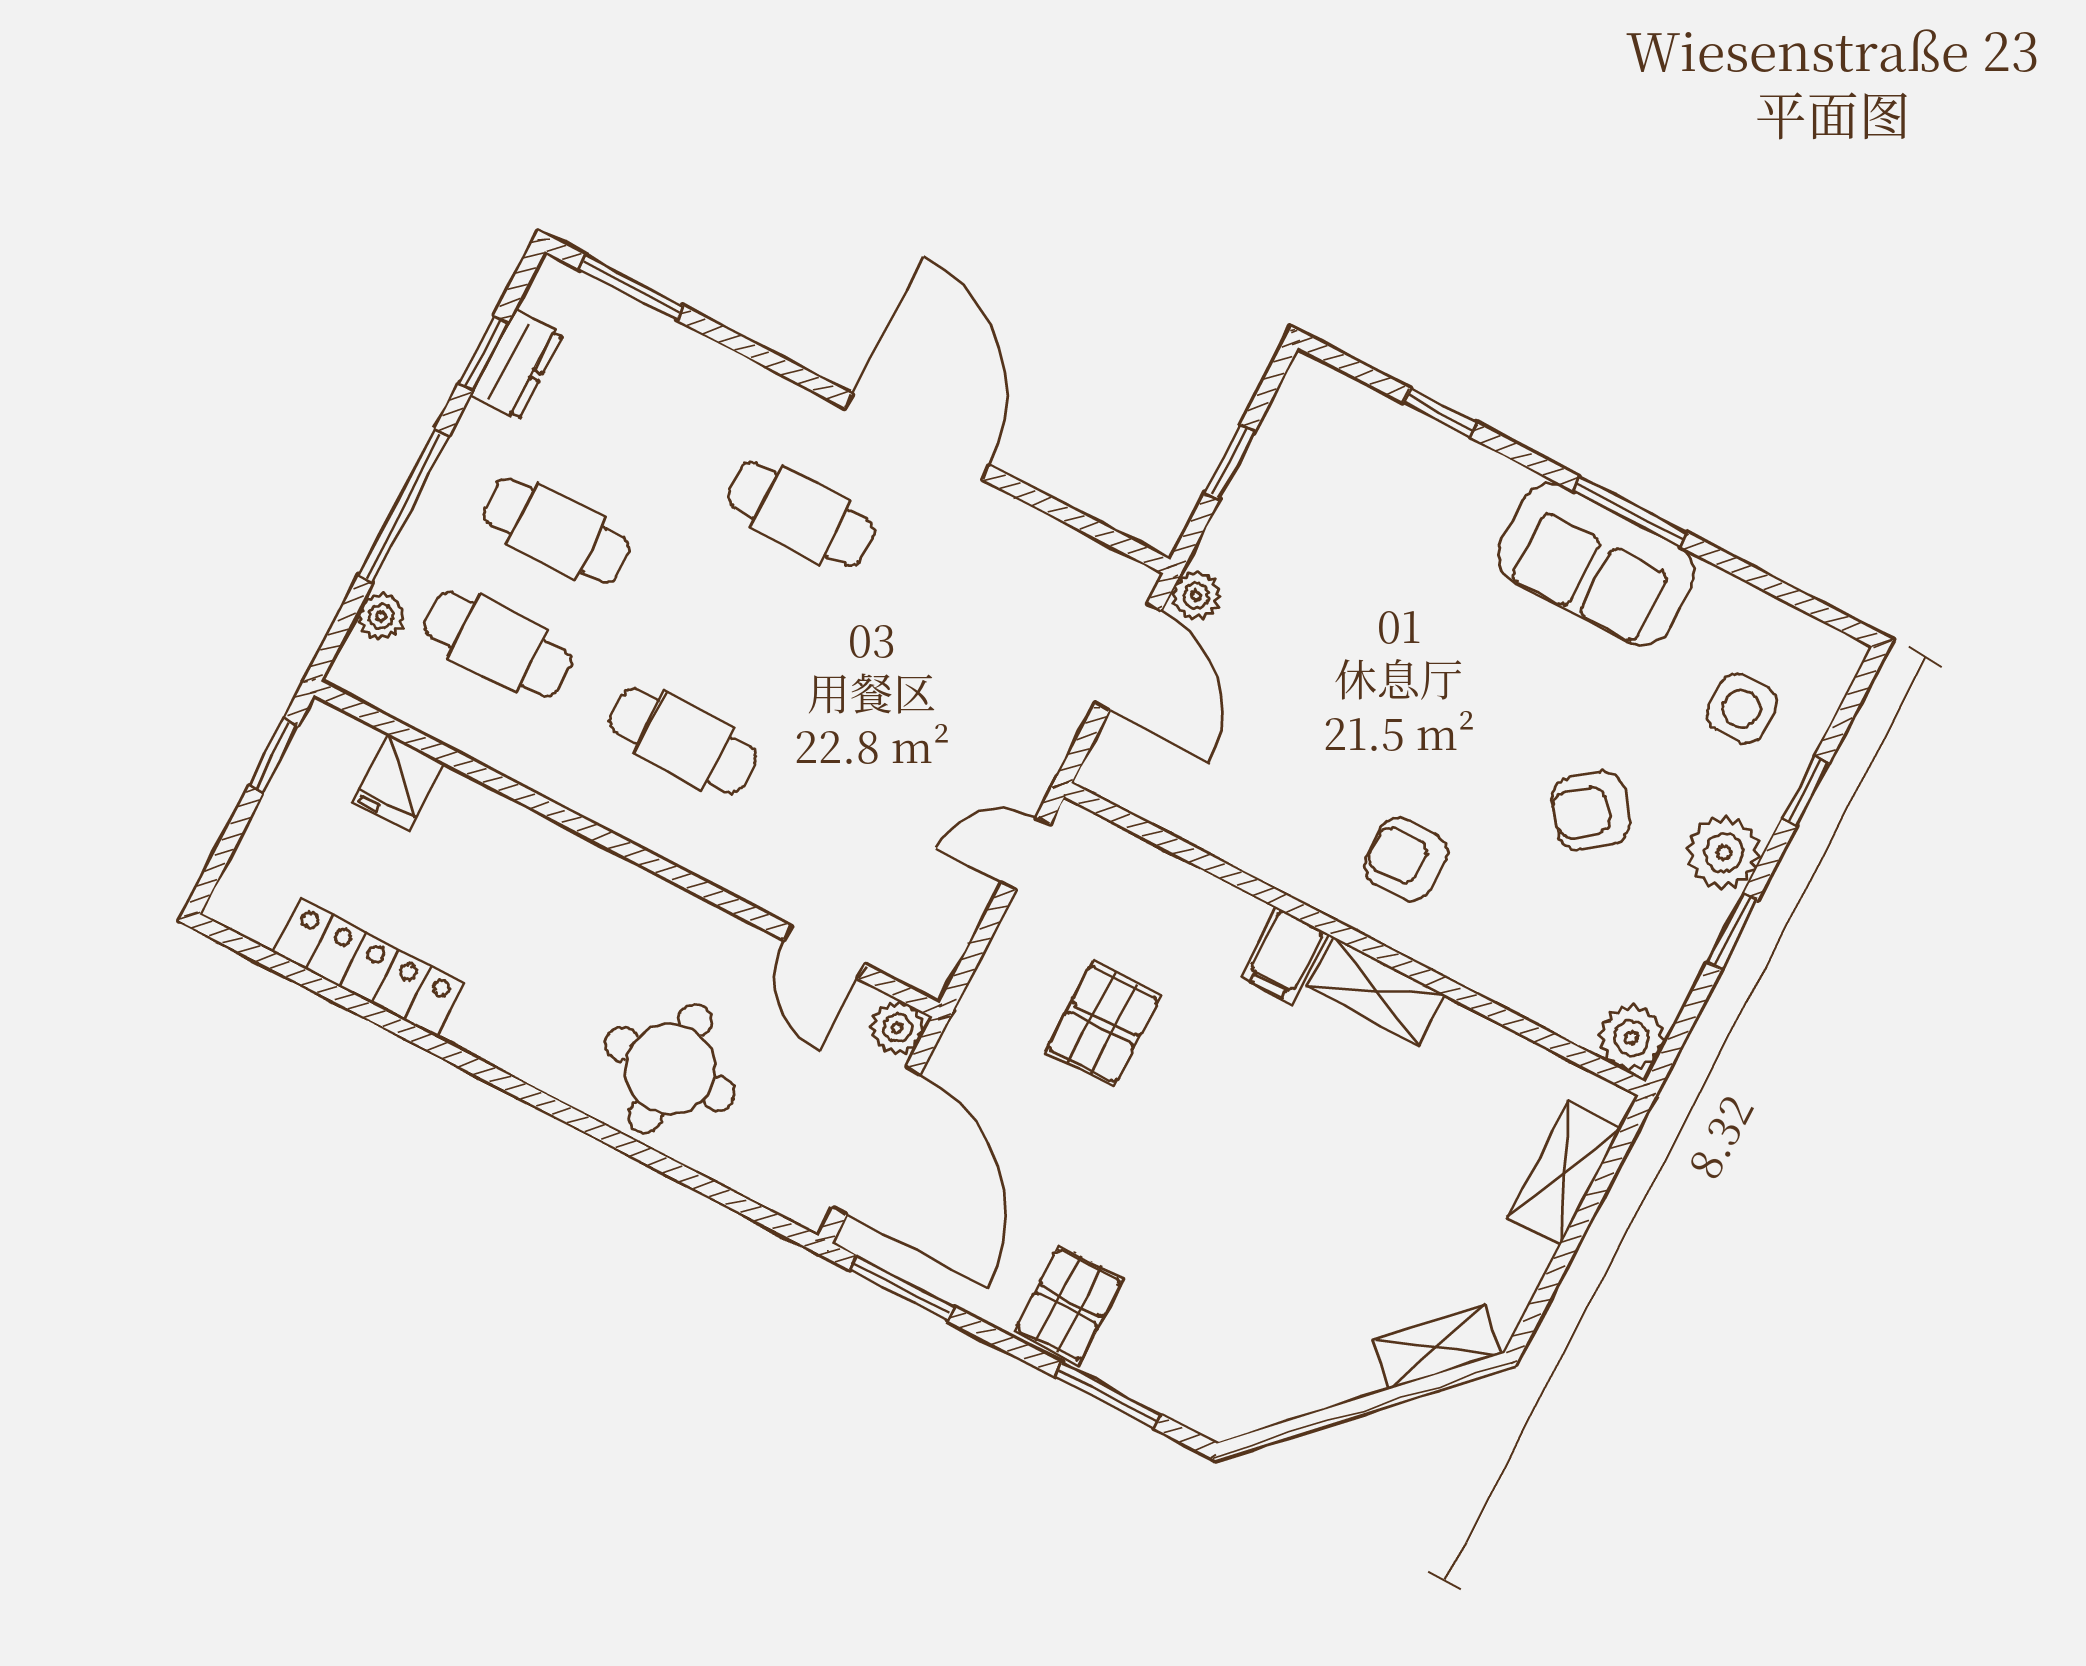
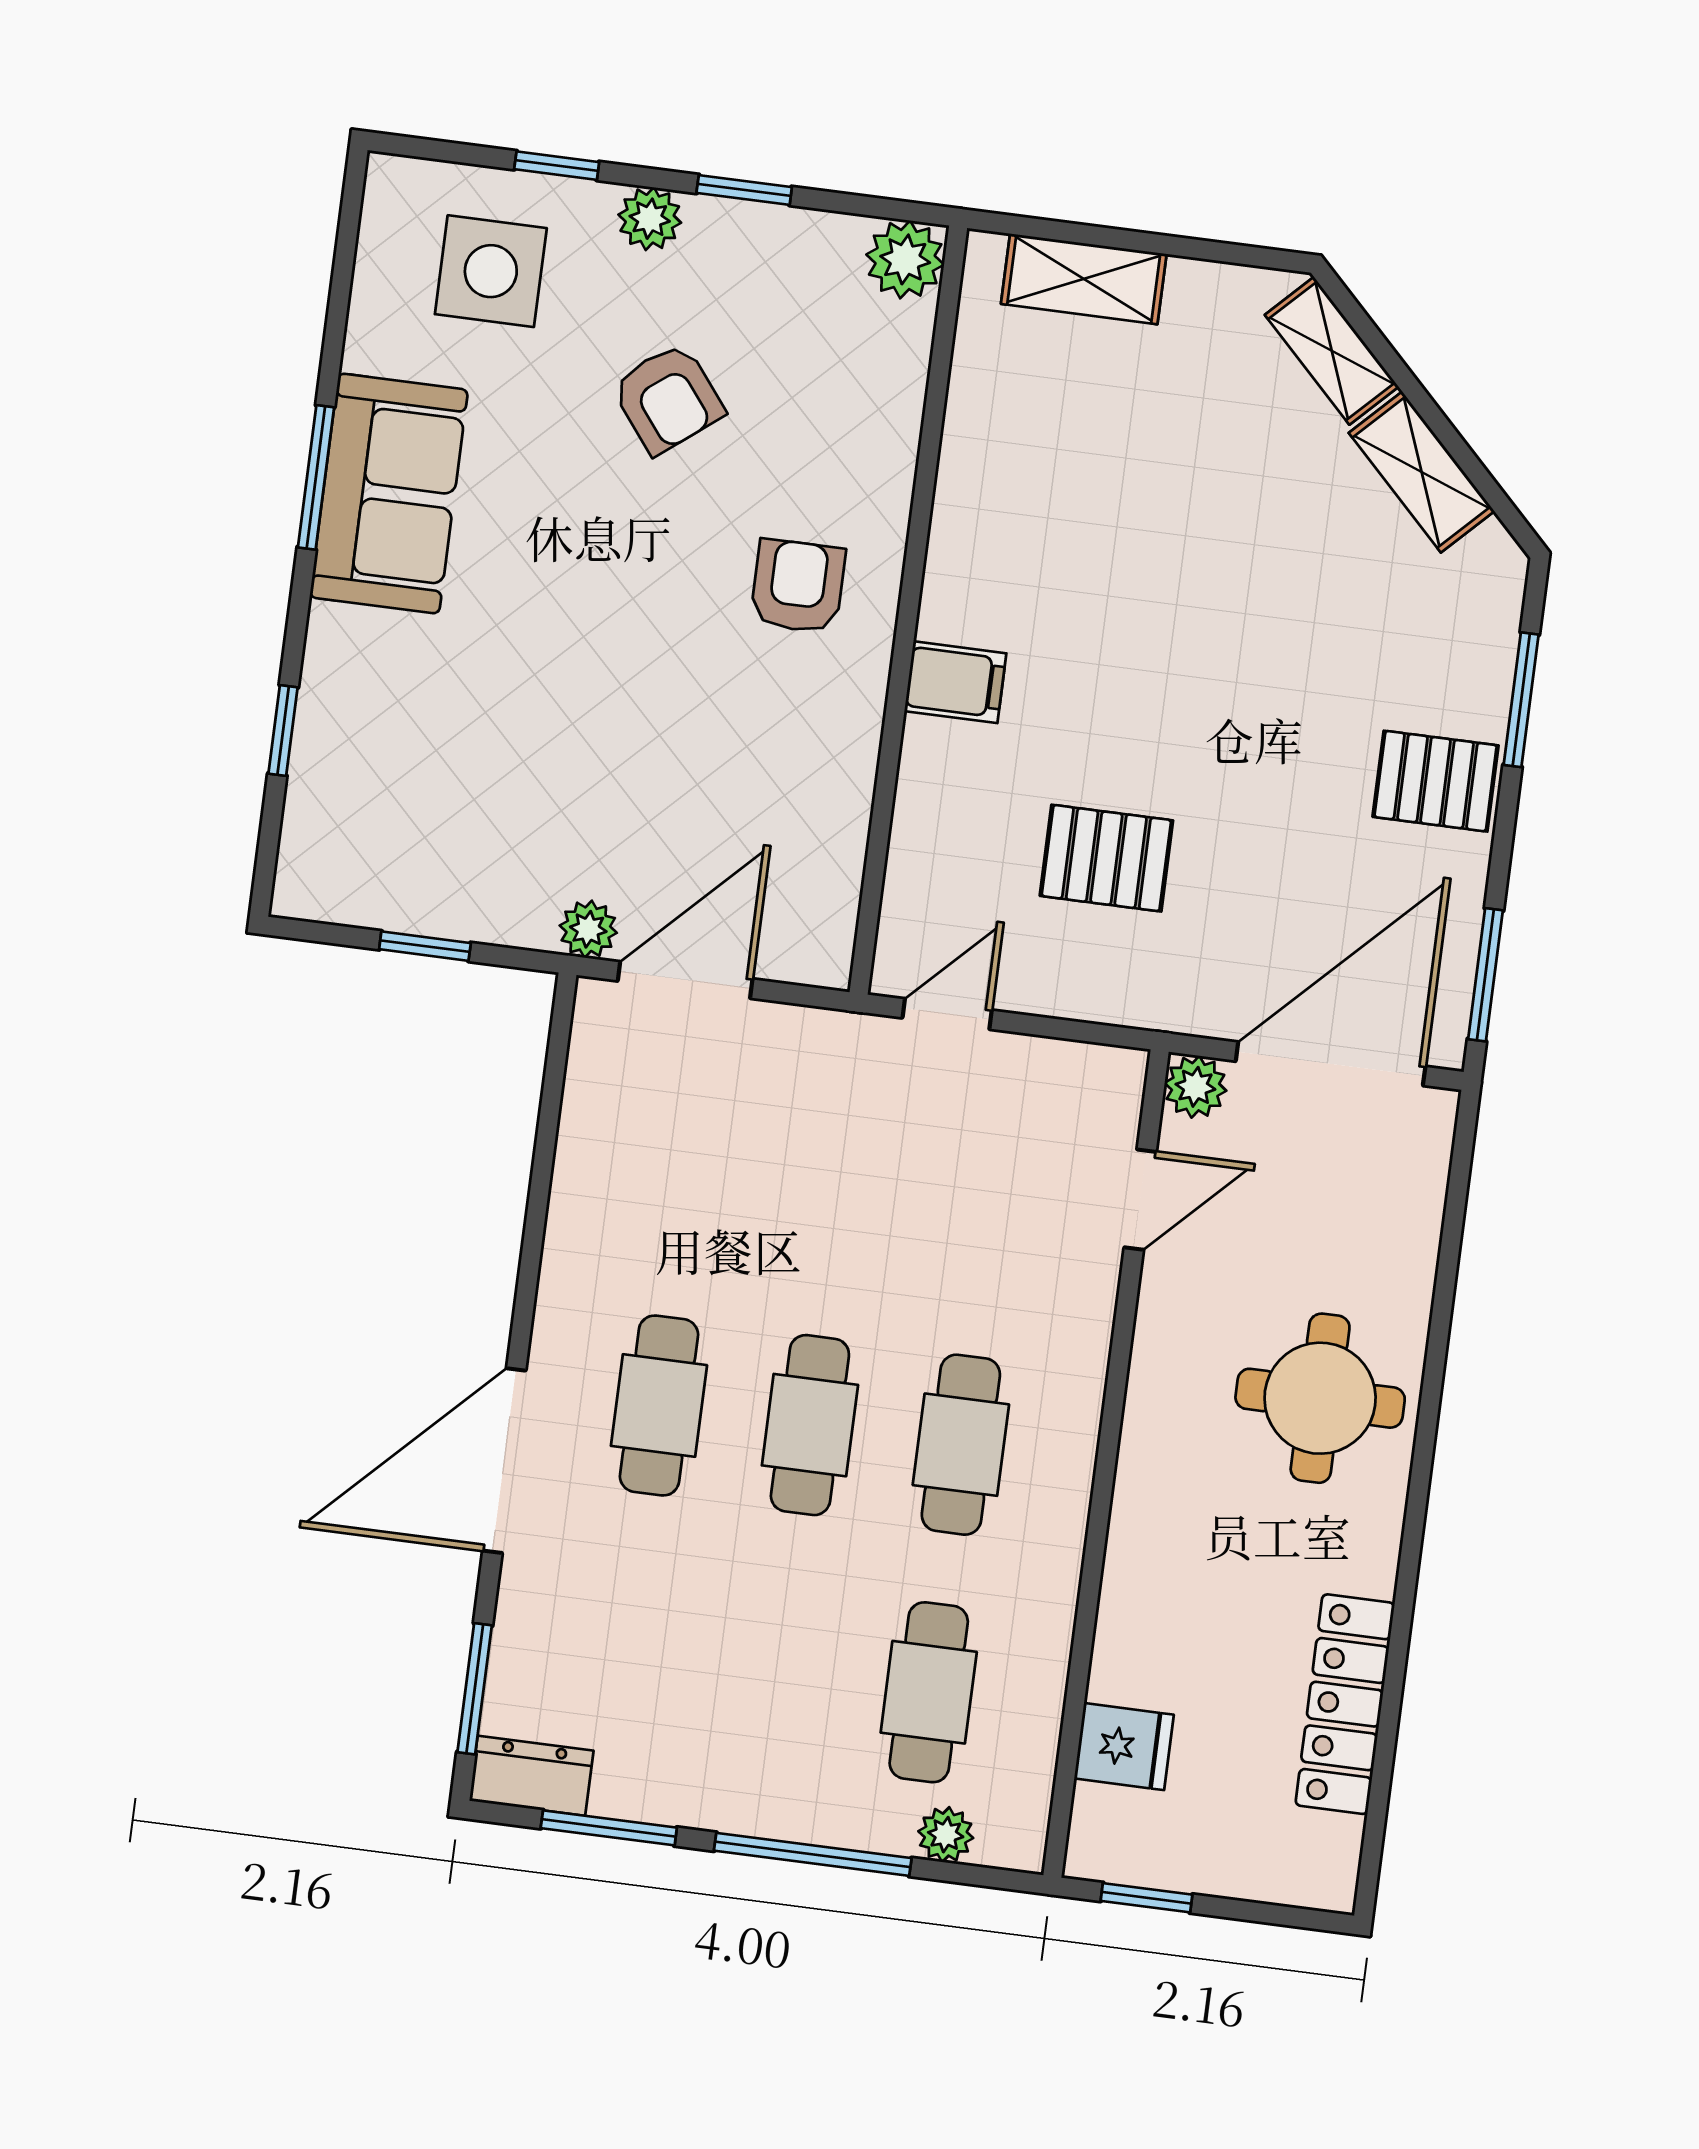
window: (483, 353) -> (609, 1828), width x1.50
dresser: (517, 365) -> (531, 1776), moved
door: (917, 437) -> (504, 1461), moved
cafe table: (557, 531) -> (810, 1425), moved
side table: (1742, 708) -> (491, 271), width x1.37, depth x1.37
plant: (1724, 853) -> (650, 219), width x0.73, depth x0.73
door: (1026, 854) -> (947, 1014), swing flipped
armchair: (1405, 859) -> (798, 586), turned 180
shelving: (1376, 991) -> (1422, 472), moved, turned -45
round table: (670, 1069) -> (1320, 1398), moved

